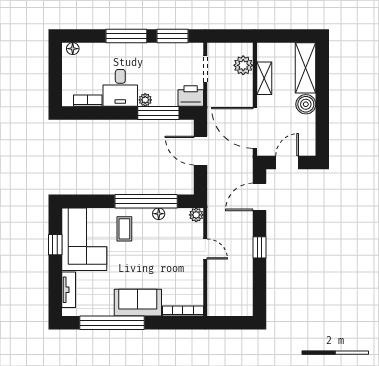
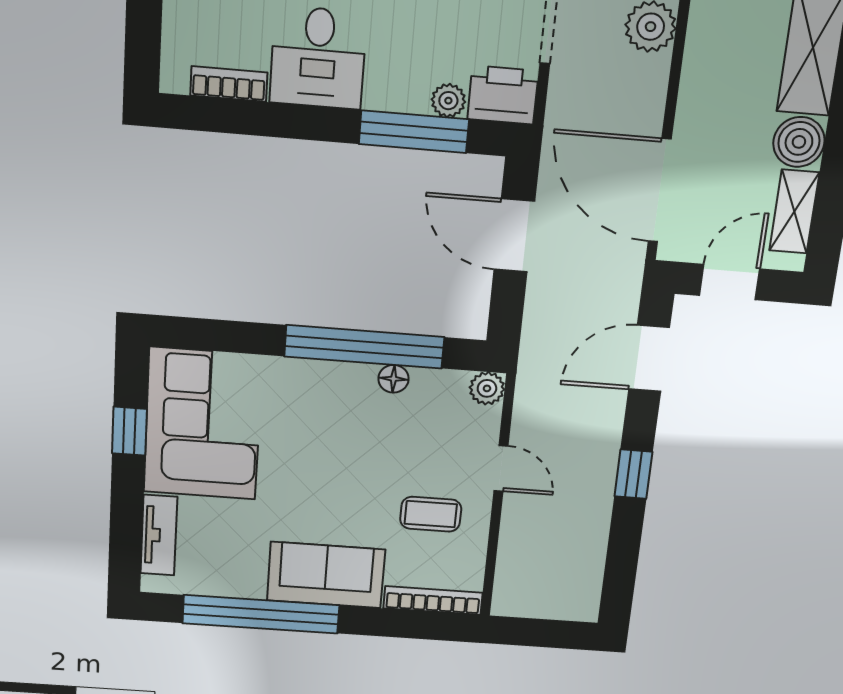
shelving: (264, 78) -> (794, 212), moved
plant: (145, 100) -> (448, 101), moved
coffee table: (124, 229) -> (431, 514), moved, turned 90

